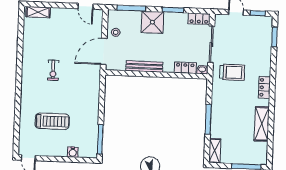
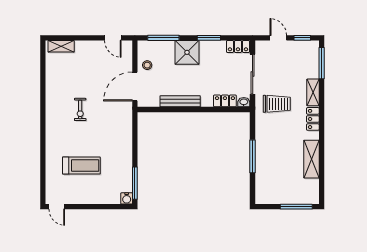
window: (274, 37) -> (322, 63), width x1.44
shelving: (215, 151) -> (313, 92), moved
water cooler: (73, 152) -> (127, 198), moved

